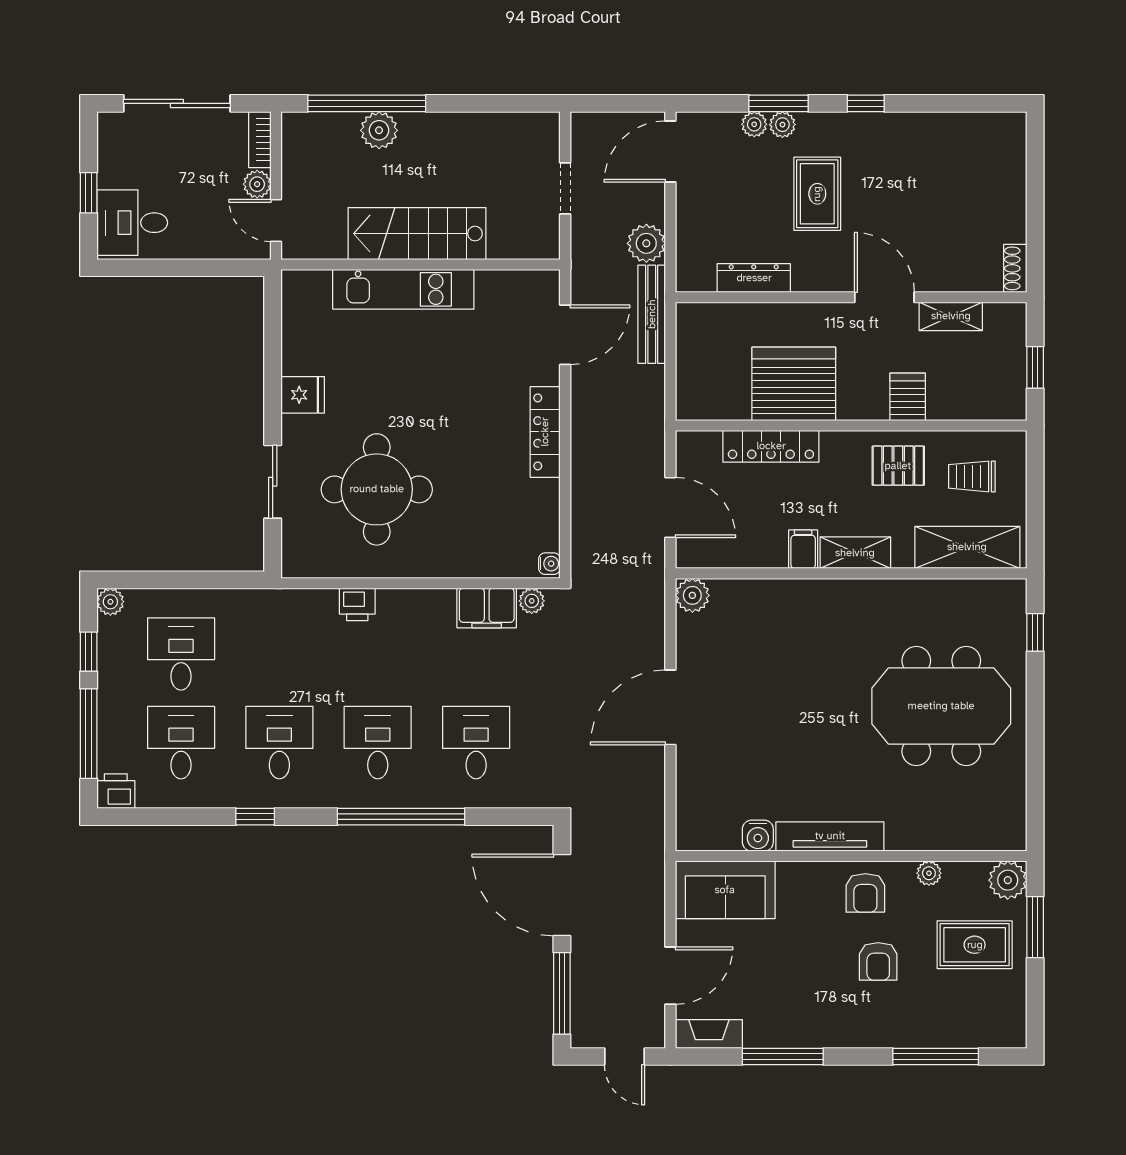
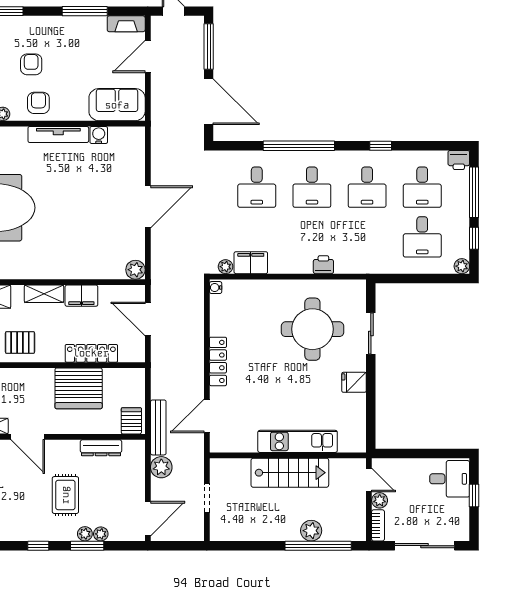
server rack: (908, 397) -> (131, 421), moved, turned 180
filing cabinet: (803, 549) -> (81, 296), width x2.00

